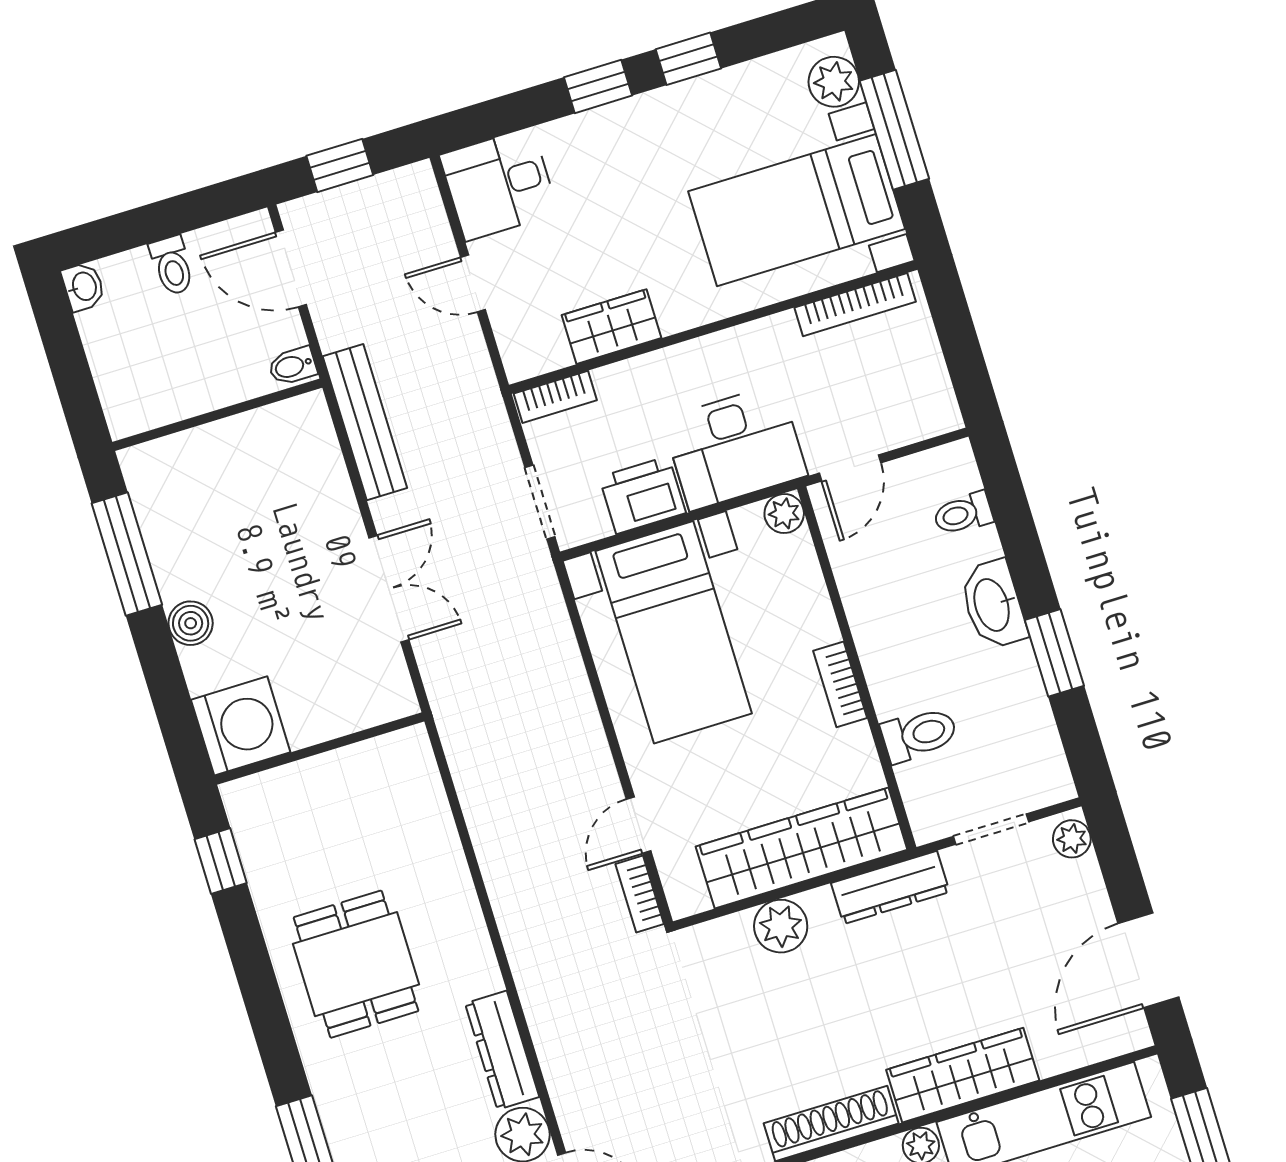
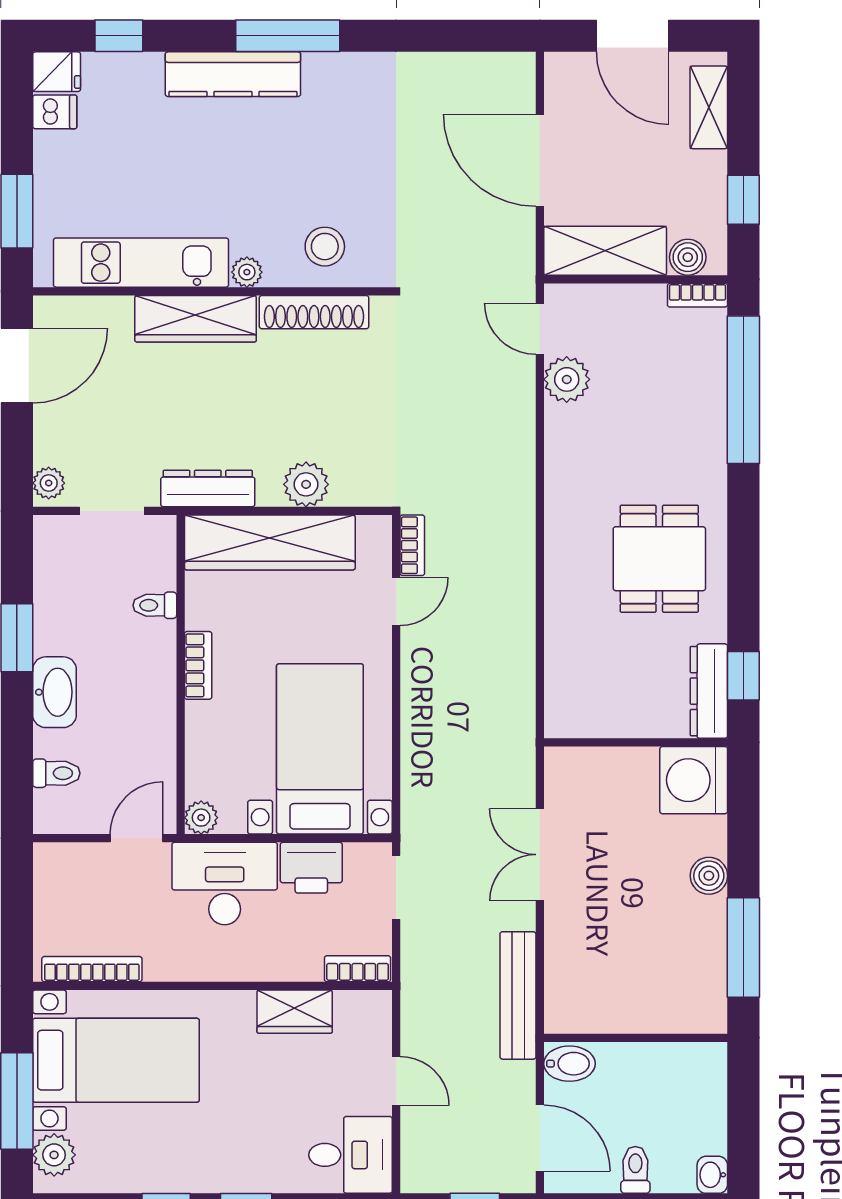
bidet: (292, 366) -> (569, 1064), width x1.38, depth x1.36
toilet: (919, 734) -> (155, 605), width x0.73, depth x0.72
dresser: (502, 1050) -> (709, 691), moved, turned 180

